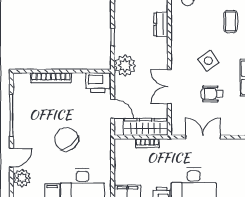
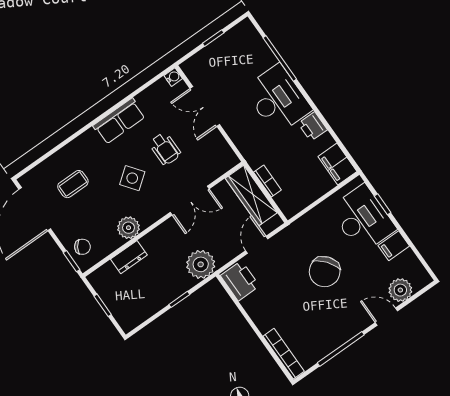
plant: (179, 37) -> (128, 228), added
bookcase: (51, 78) -> (284, 354), moved
double door: (203, 137) -> (205, 106), moved

